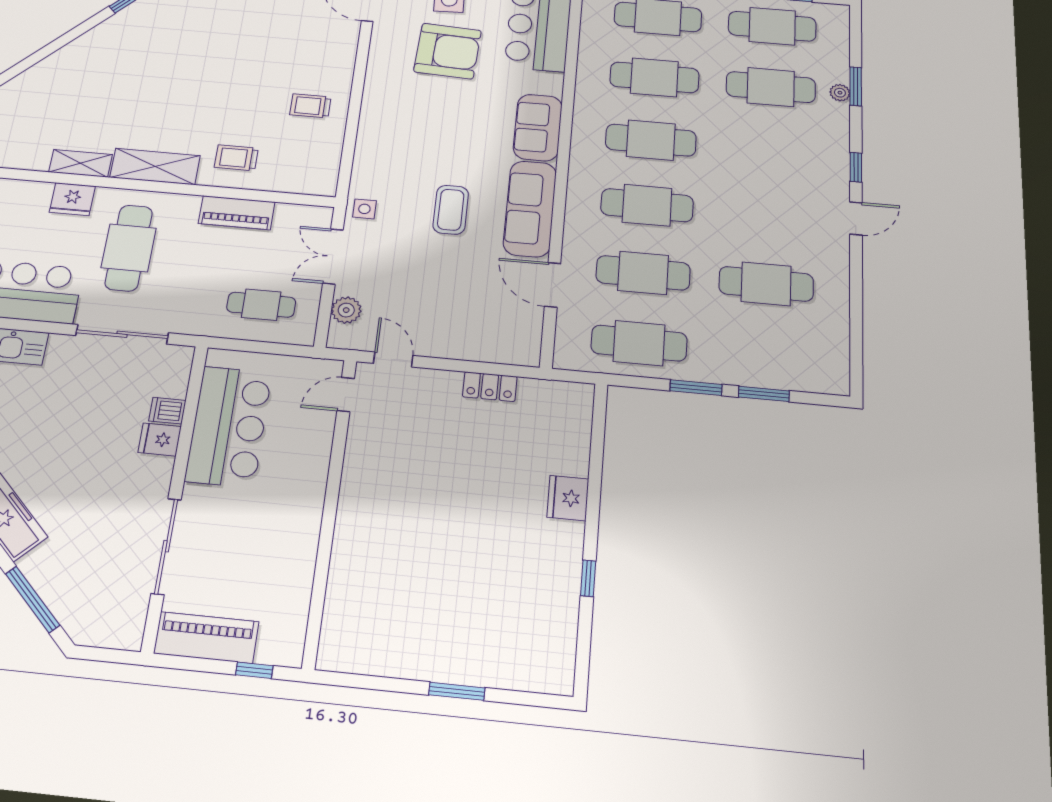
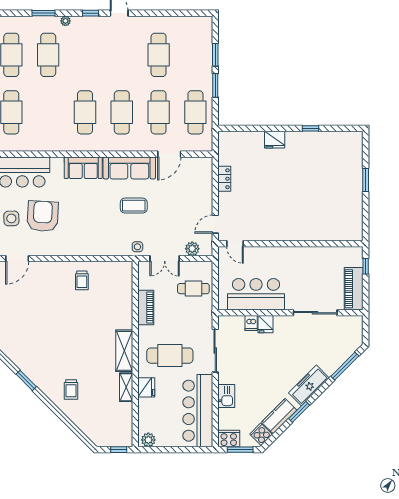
cafe table: (654, 77) -> (48, 112), removed
plant: (840, 93) -> (65, 21), moved
trolley: (236, 158) -> (71, 389), moved
cafe table: (261, 305) -> (193, 289), turned 90

